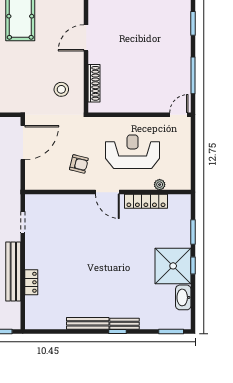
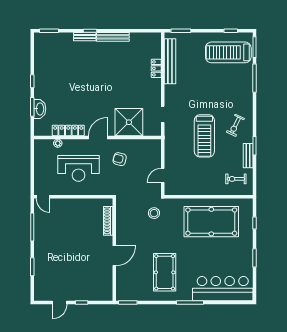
stool: (61, 89) -> (154, 213), moved
door: (179, 115) -> (43, 197), hinge flipped
door: (23, 143) -> (163, 175), width x0.53
door: (107, 192) -> (98, 137), hinge flipped
shower: (173, 266) -> (129, 122), moved
bench: (13, 271) -> (170, 61), moved
washbasin: (183, 297) -> (40, 109), moved

